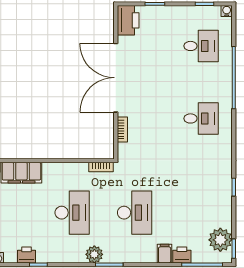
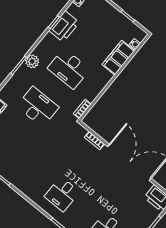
desk: (135, 213) -> (38, 107), turned 180
printer: (27, 255) -> (64, 26), width x1.87, depth x1.48

